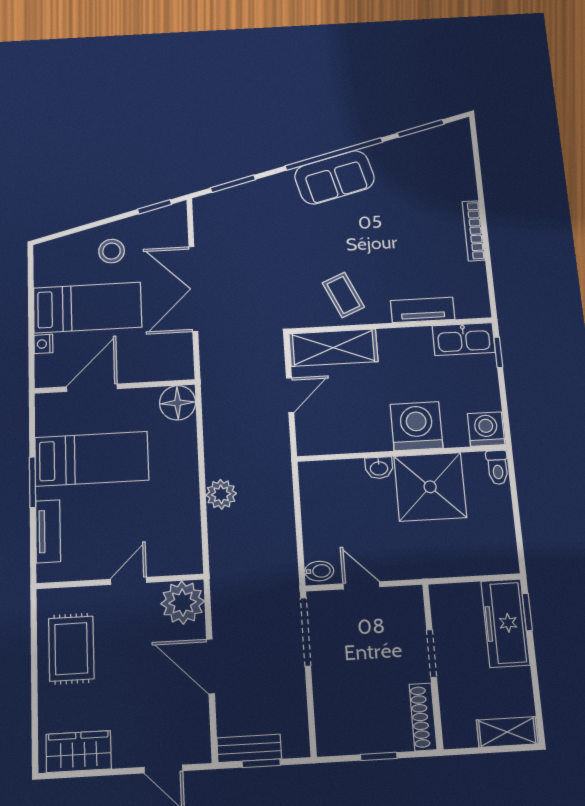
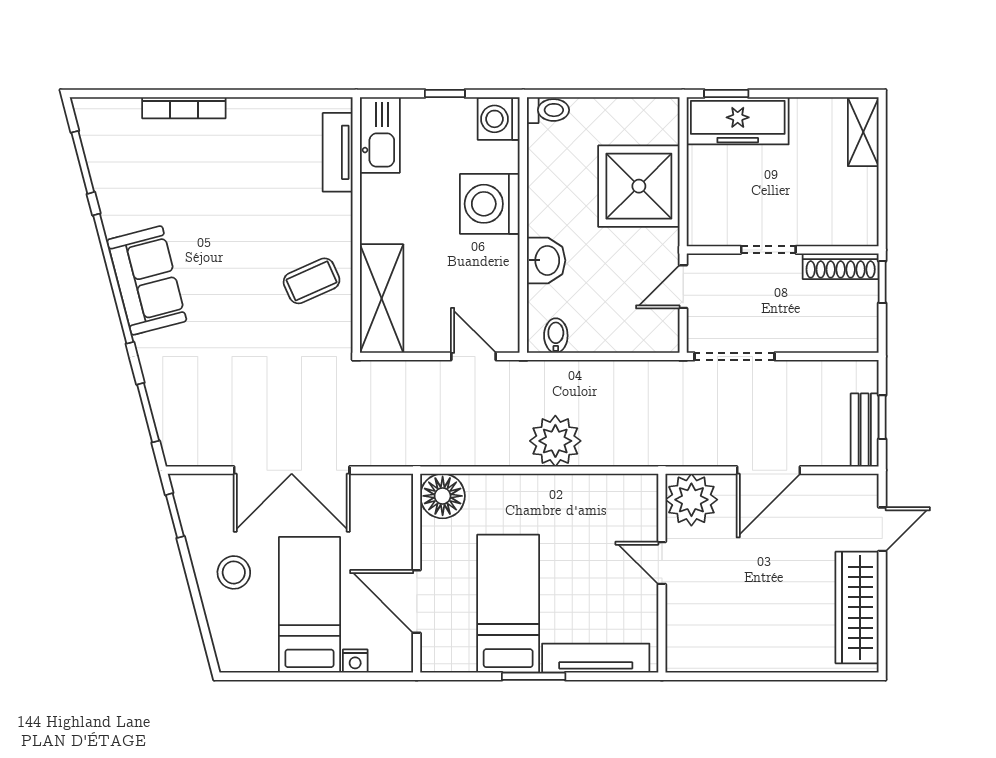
bookcase: (474, 231) -> (184, 108), moved
tv unit: (423, 310) -> (338, 152), moved
window: (498, 352) -> (445, 93), moved
door: (290, 395) -> (474, 356), moved
washbasin: (379, 468) -> (546, 260), width x1.38, depth x1.45
shower: (430, 487) -> (639, 186), moved
plant: (221, 494) -> (555, 441), width x1.36, depth x1.36
tv unit: (48, 531) -> (596, 658), width x1.41
bidet: (319, 571) -> (556, 336), moved
rug: (71, 649) -> (738, 632), removed
doorway: (432, 653) -> (768, 250), moved
wall: (433, 666) -> (783, 250), moved
shoe rack: (423, 717) -> (841, 266), moved
wardrobe: (79, 752) -> (857, 607), width x1.50

